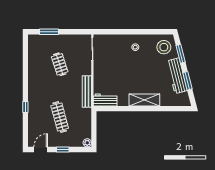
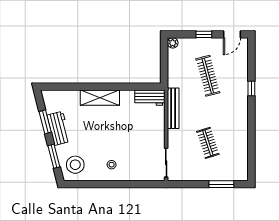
workbench: (177, 76) -> (59, 128), width x0.73

